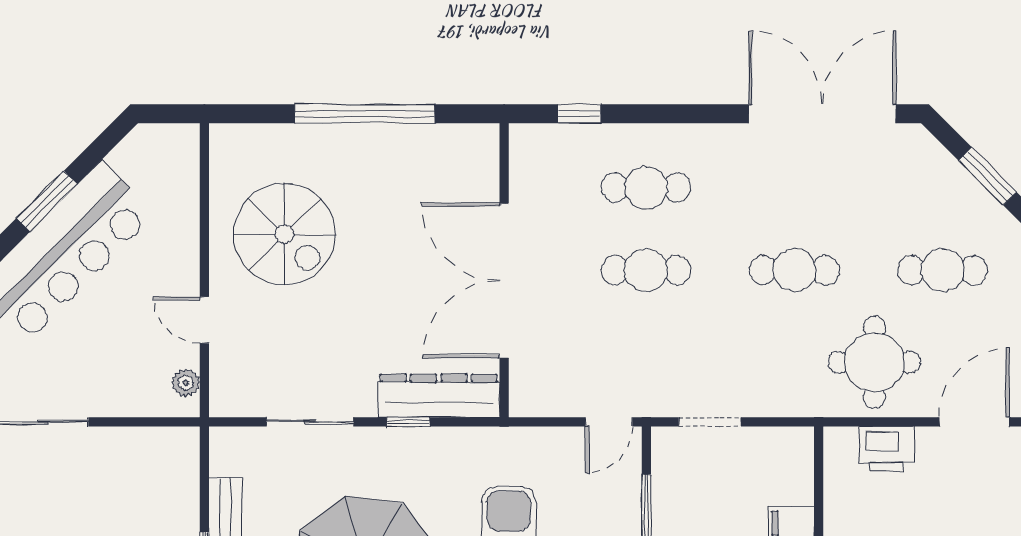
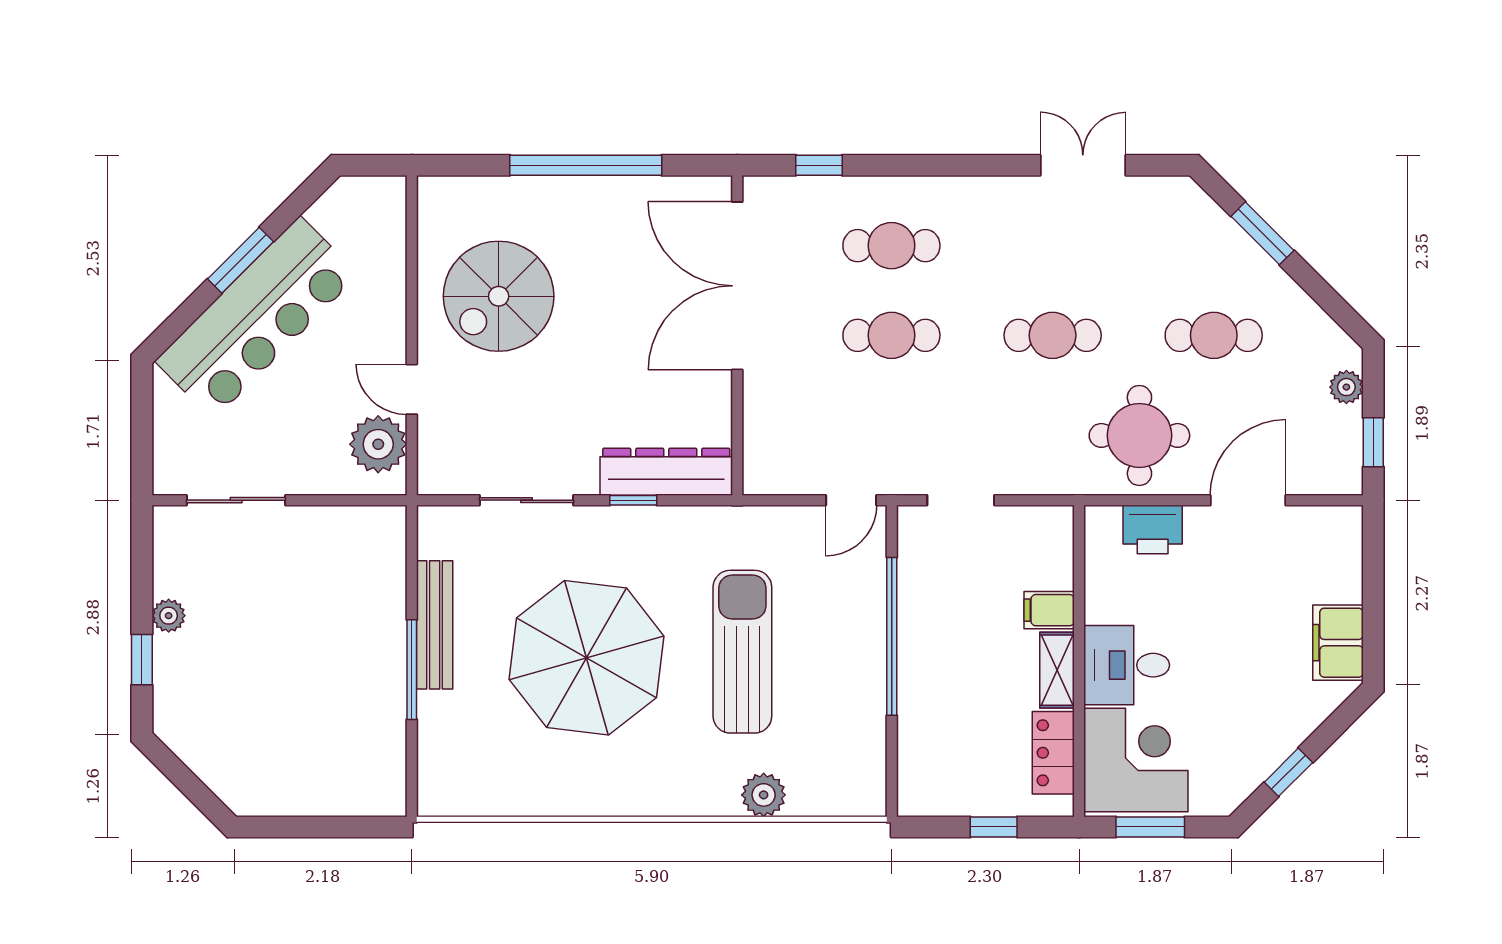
double door: (822, 114) -> (1083, 165), width x0.54
spiral stairs: (284, 234) -> (499, 296), turned 90
double door: (504, 281) -> (737, 286), moved
plant: (186, 383) -> (378, 444), width x1.87, depth x1.87

